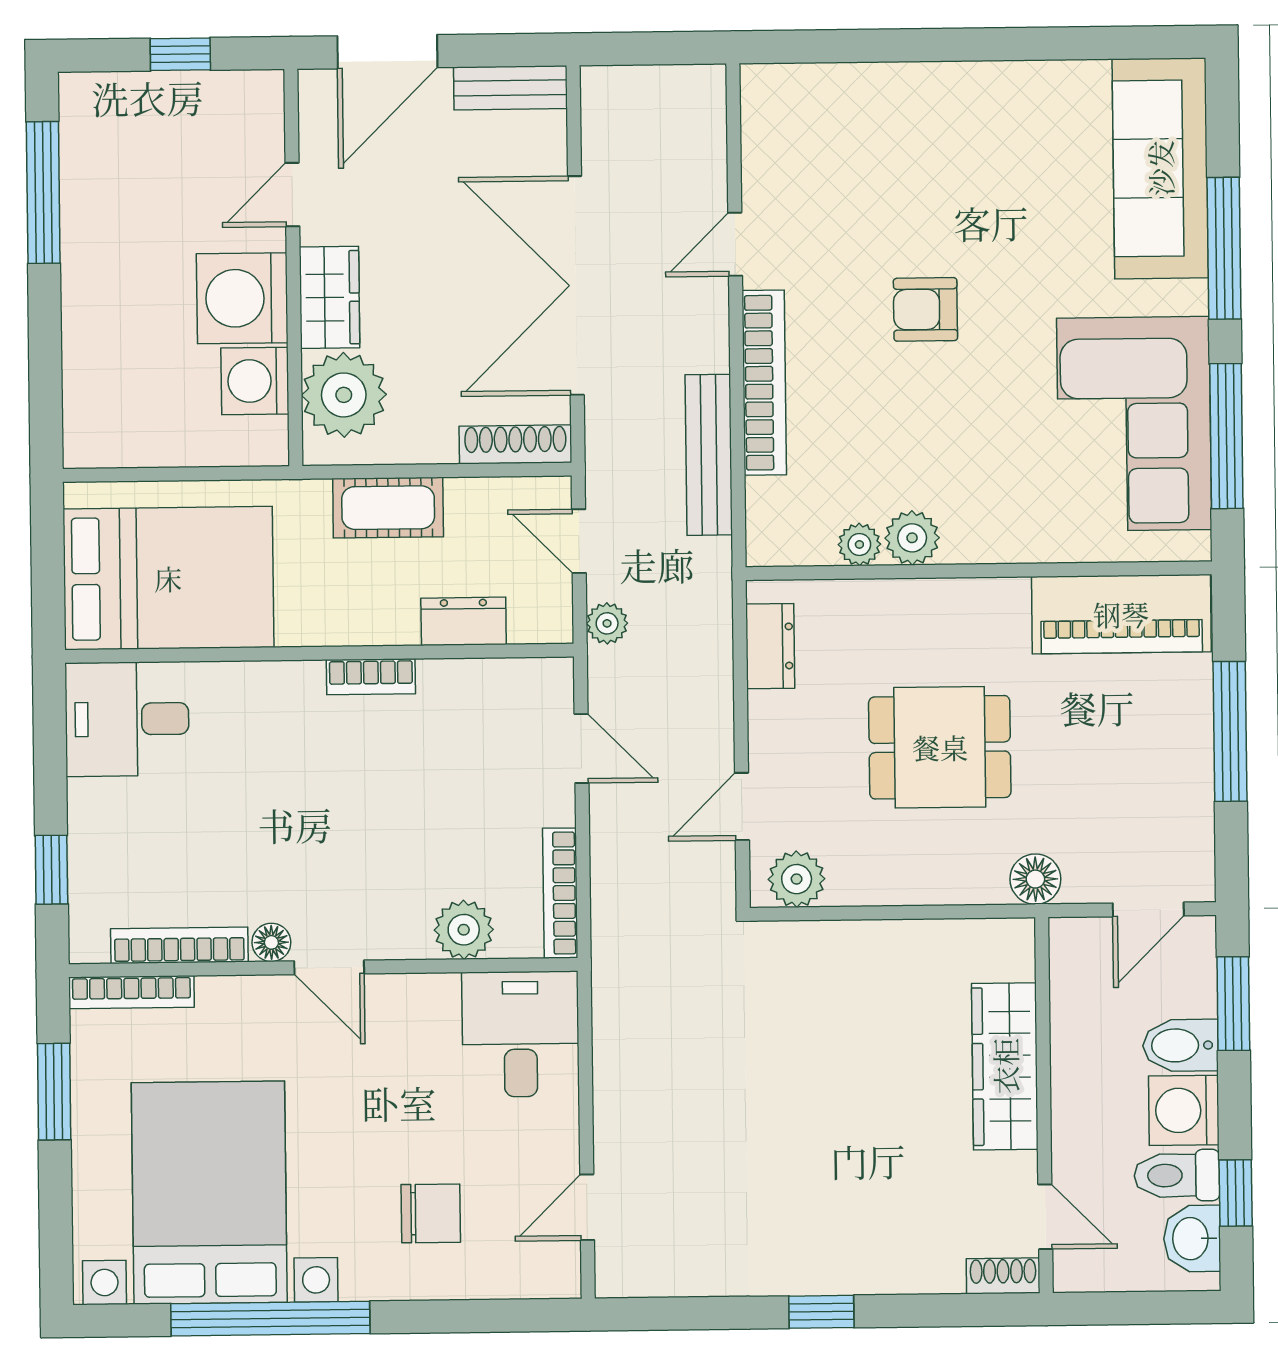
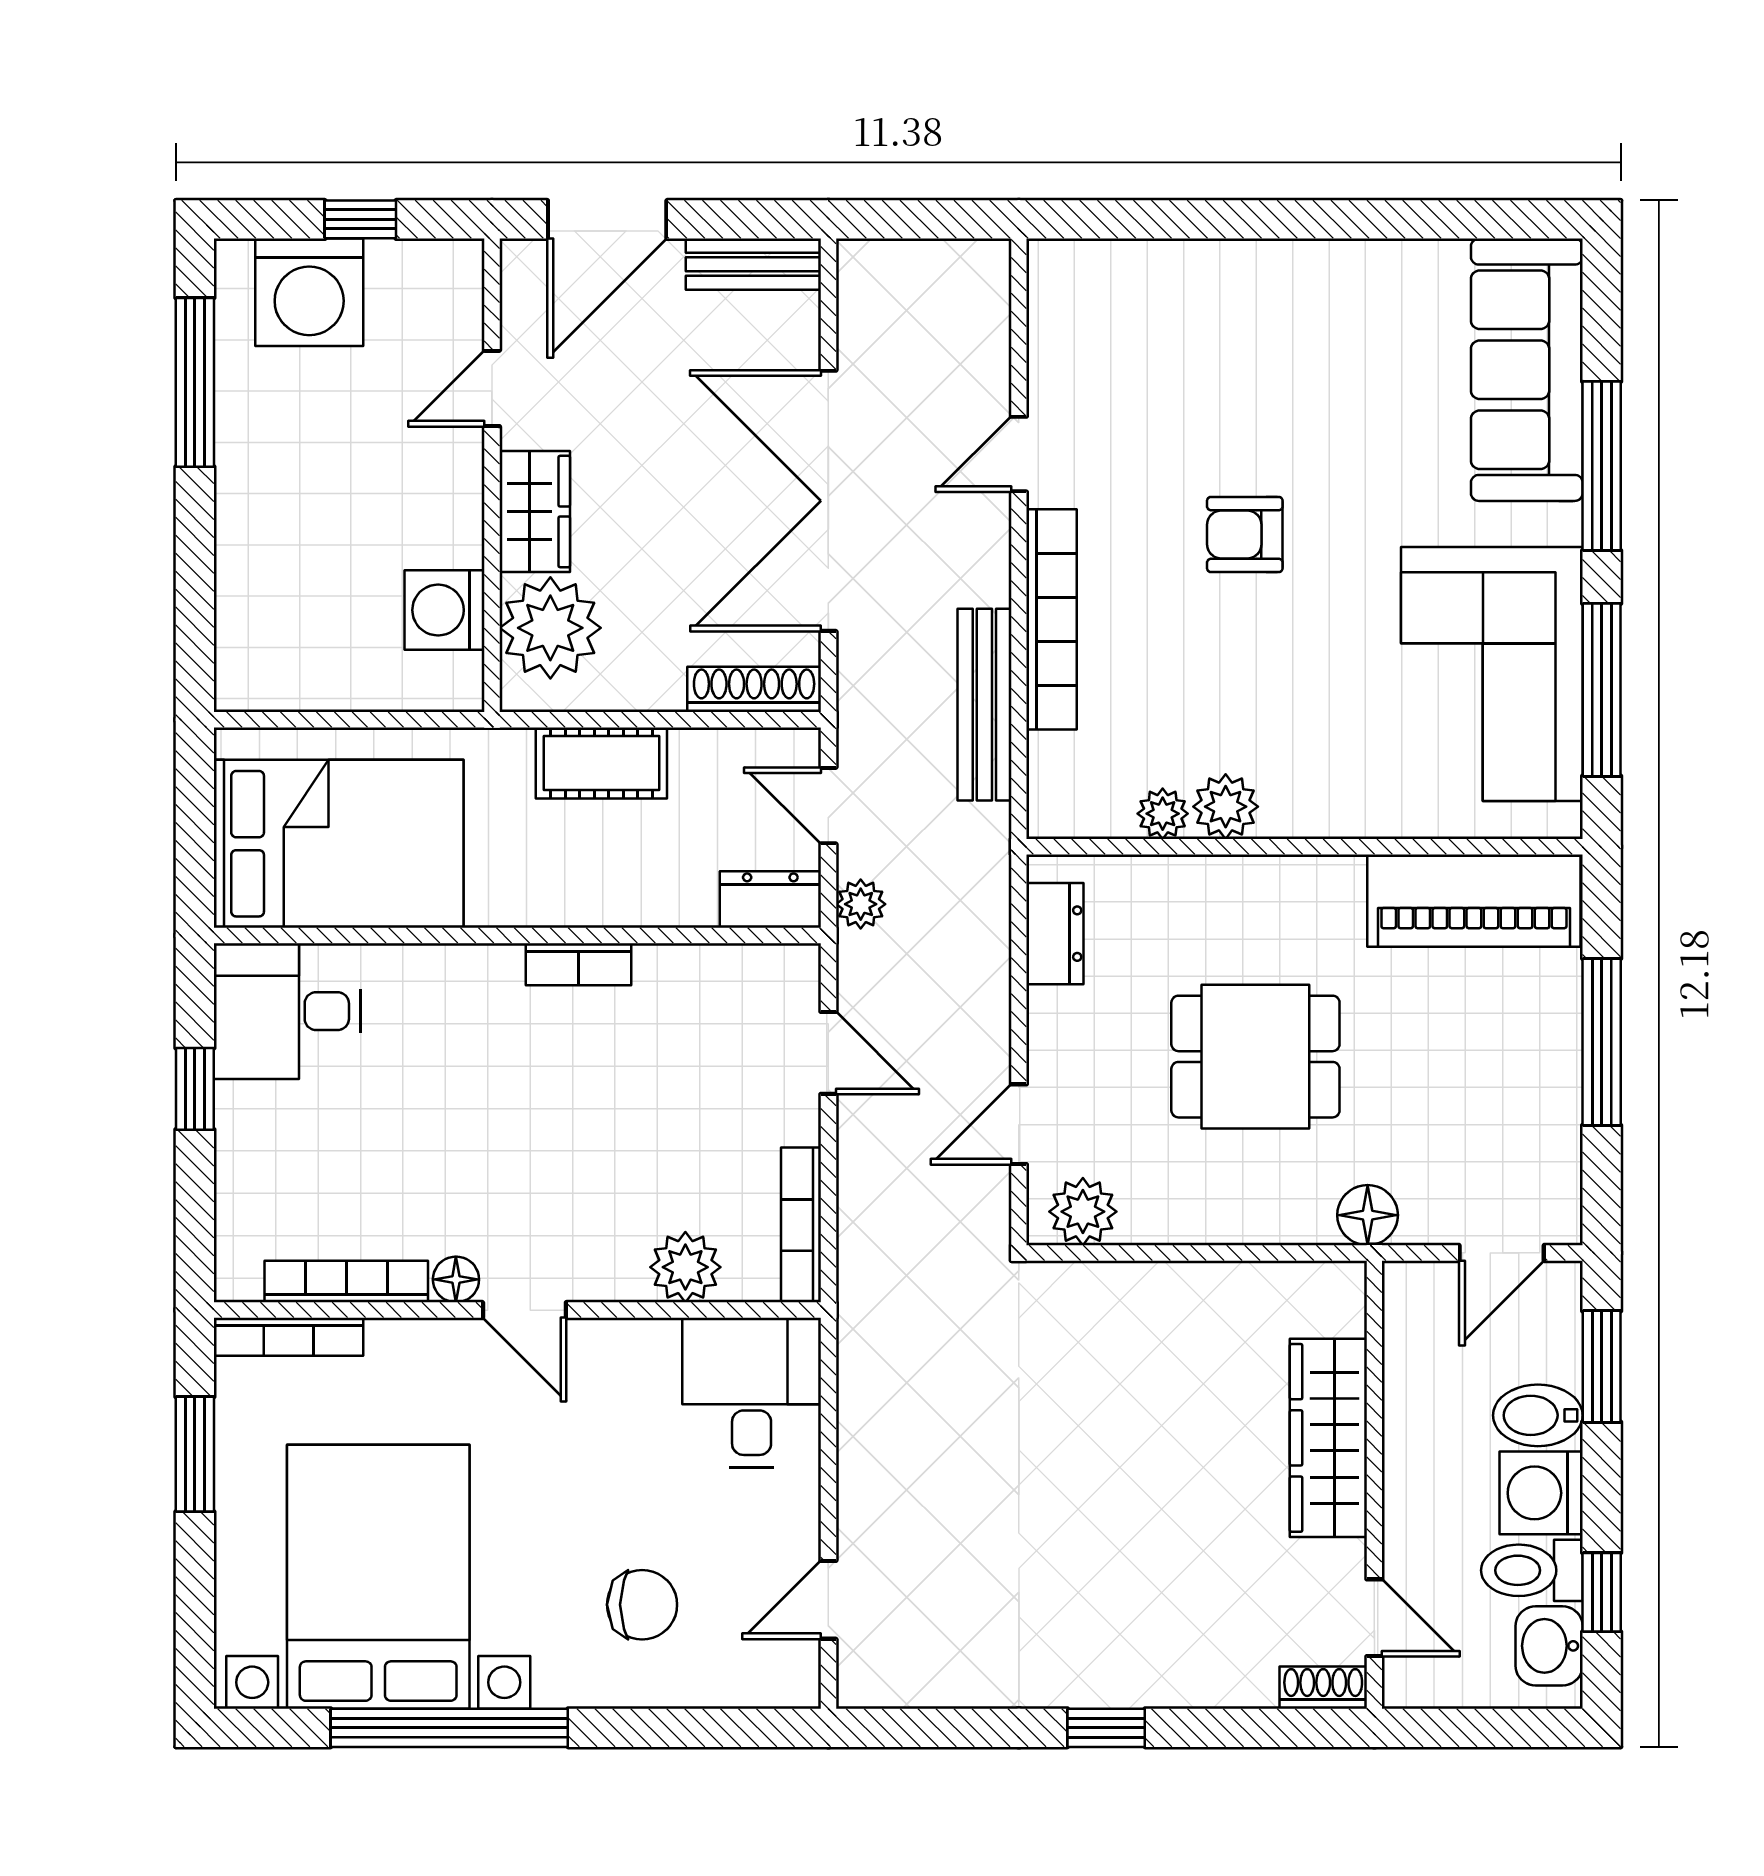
washing machine: (242, 298) -> (309, 292), moved, turned -90
dresser: (464, 621) -> (770, 900), moved
window: (51, 870) -> (195, 1089), moved

